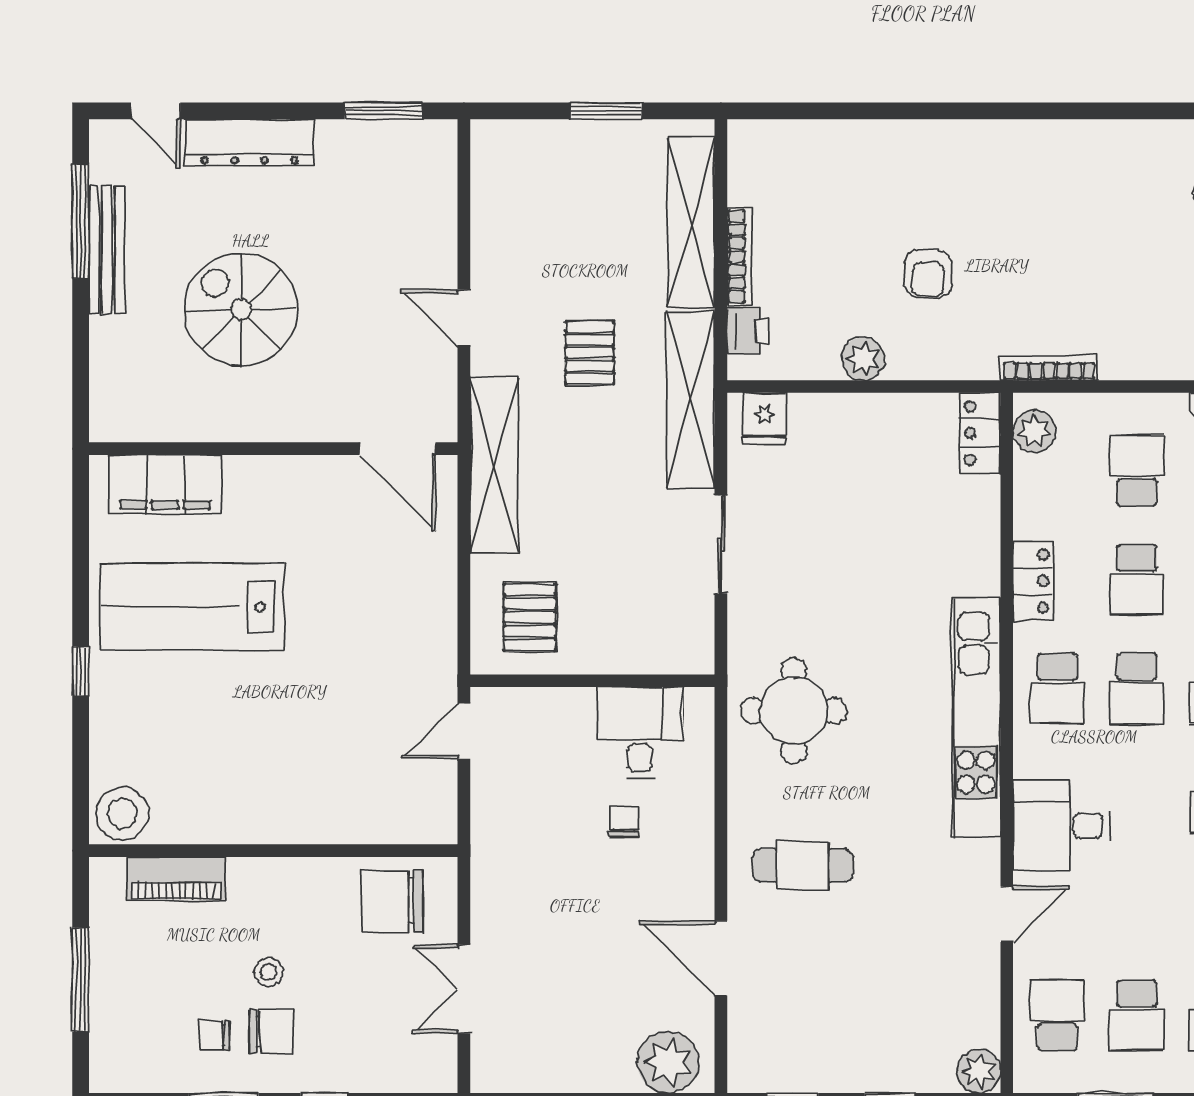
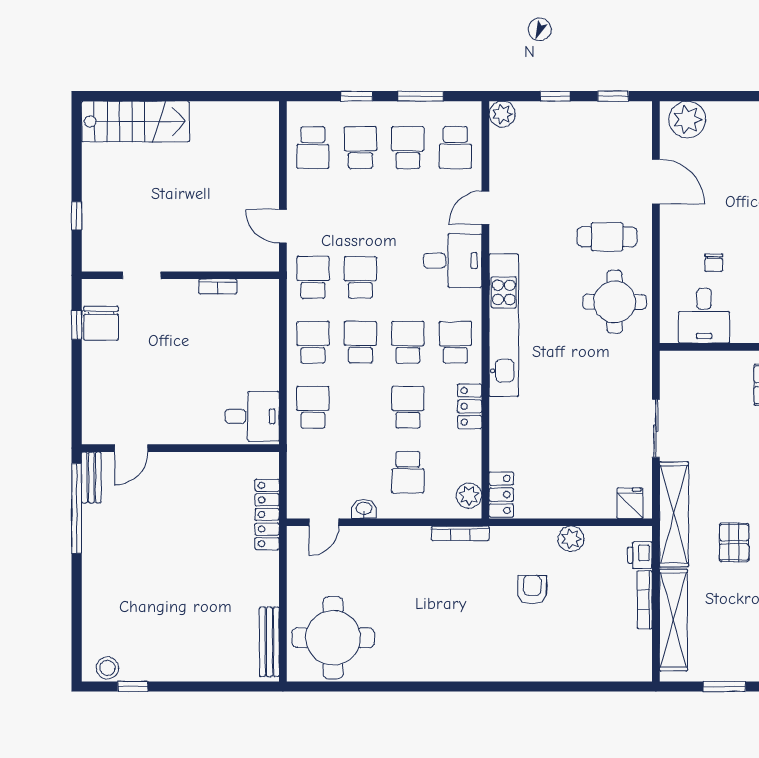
round table: (794, 711) -> (615, 302), moved

